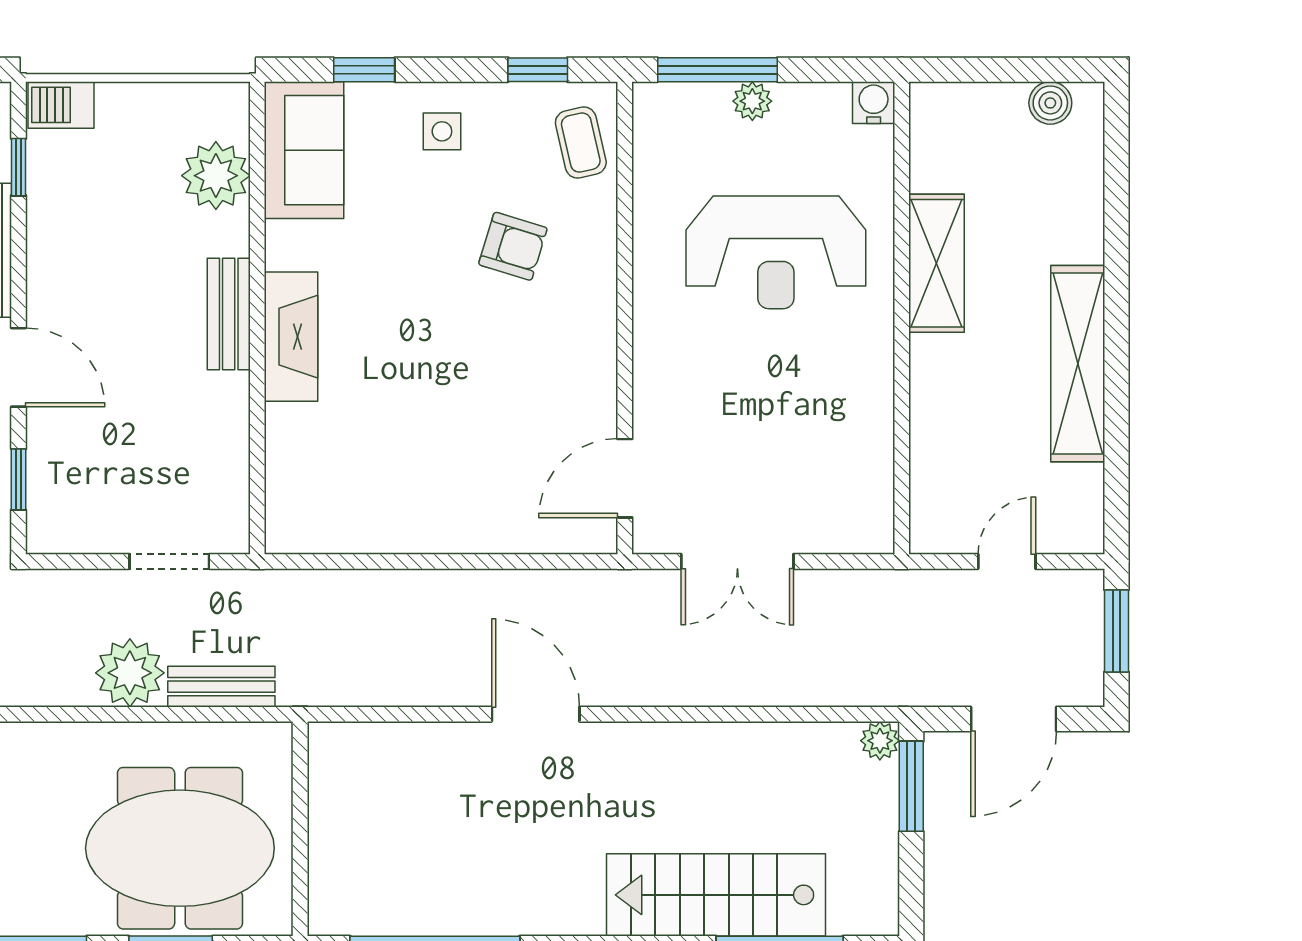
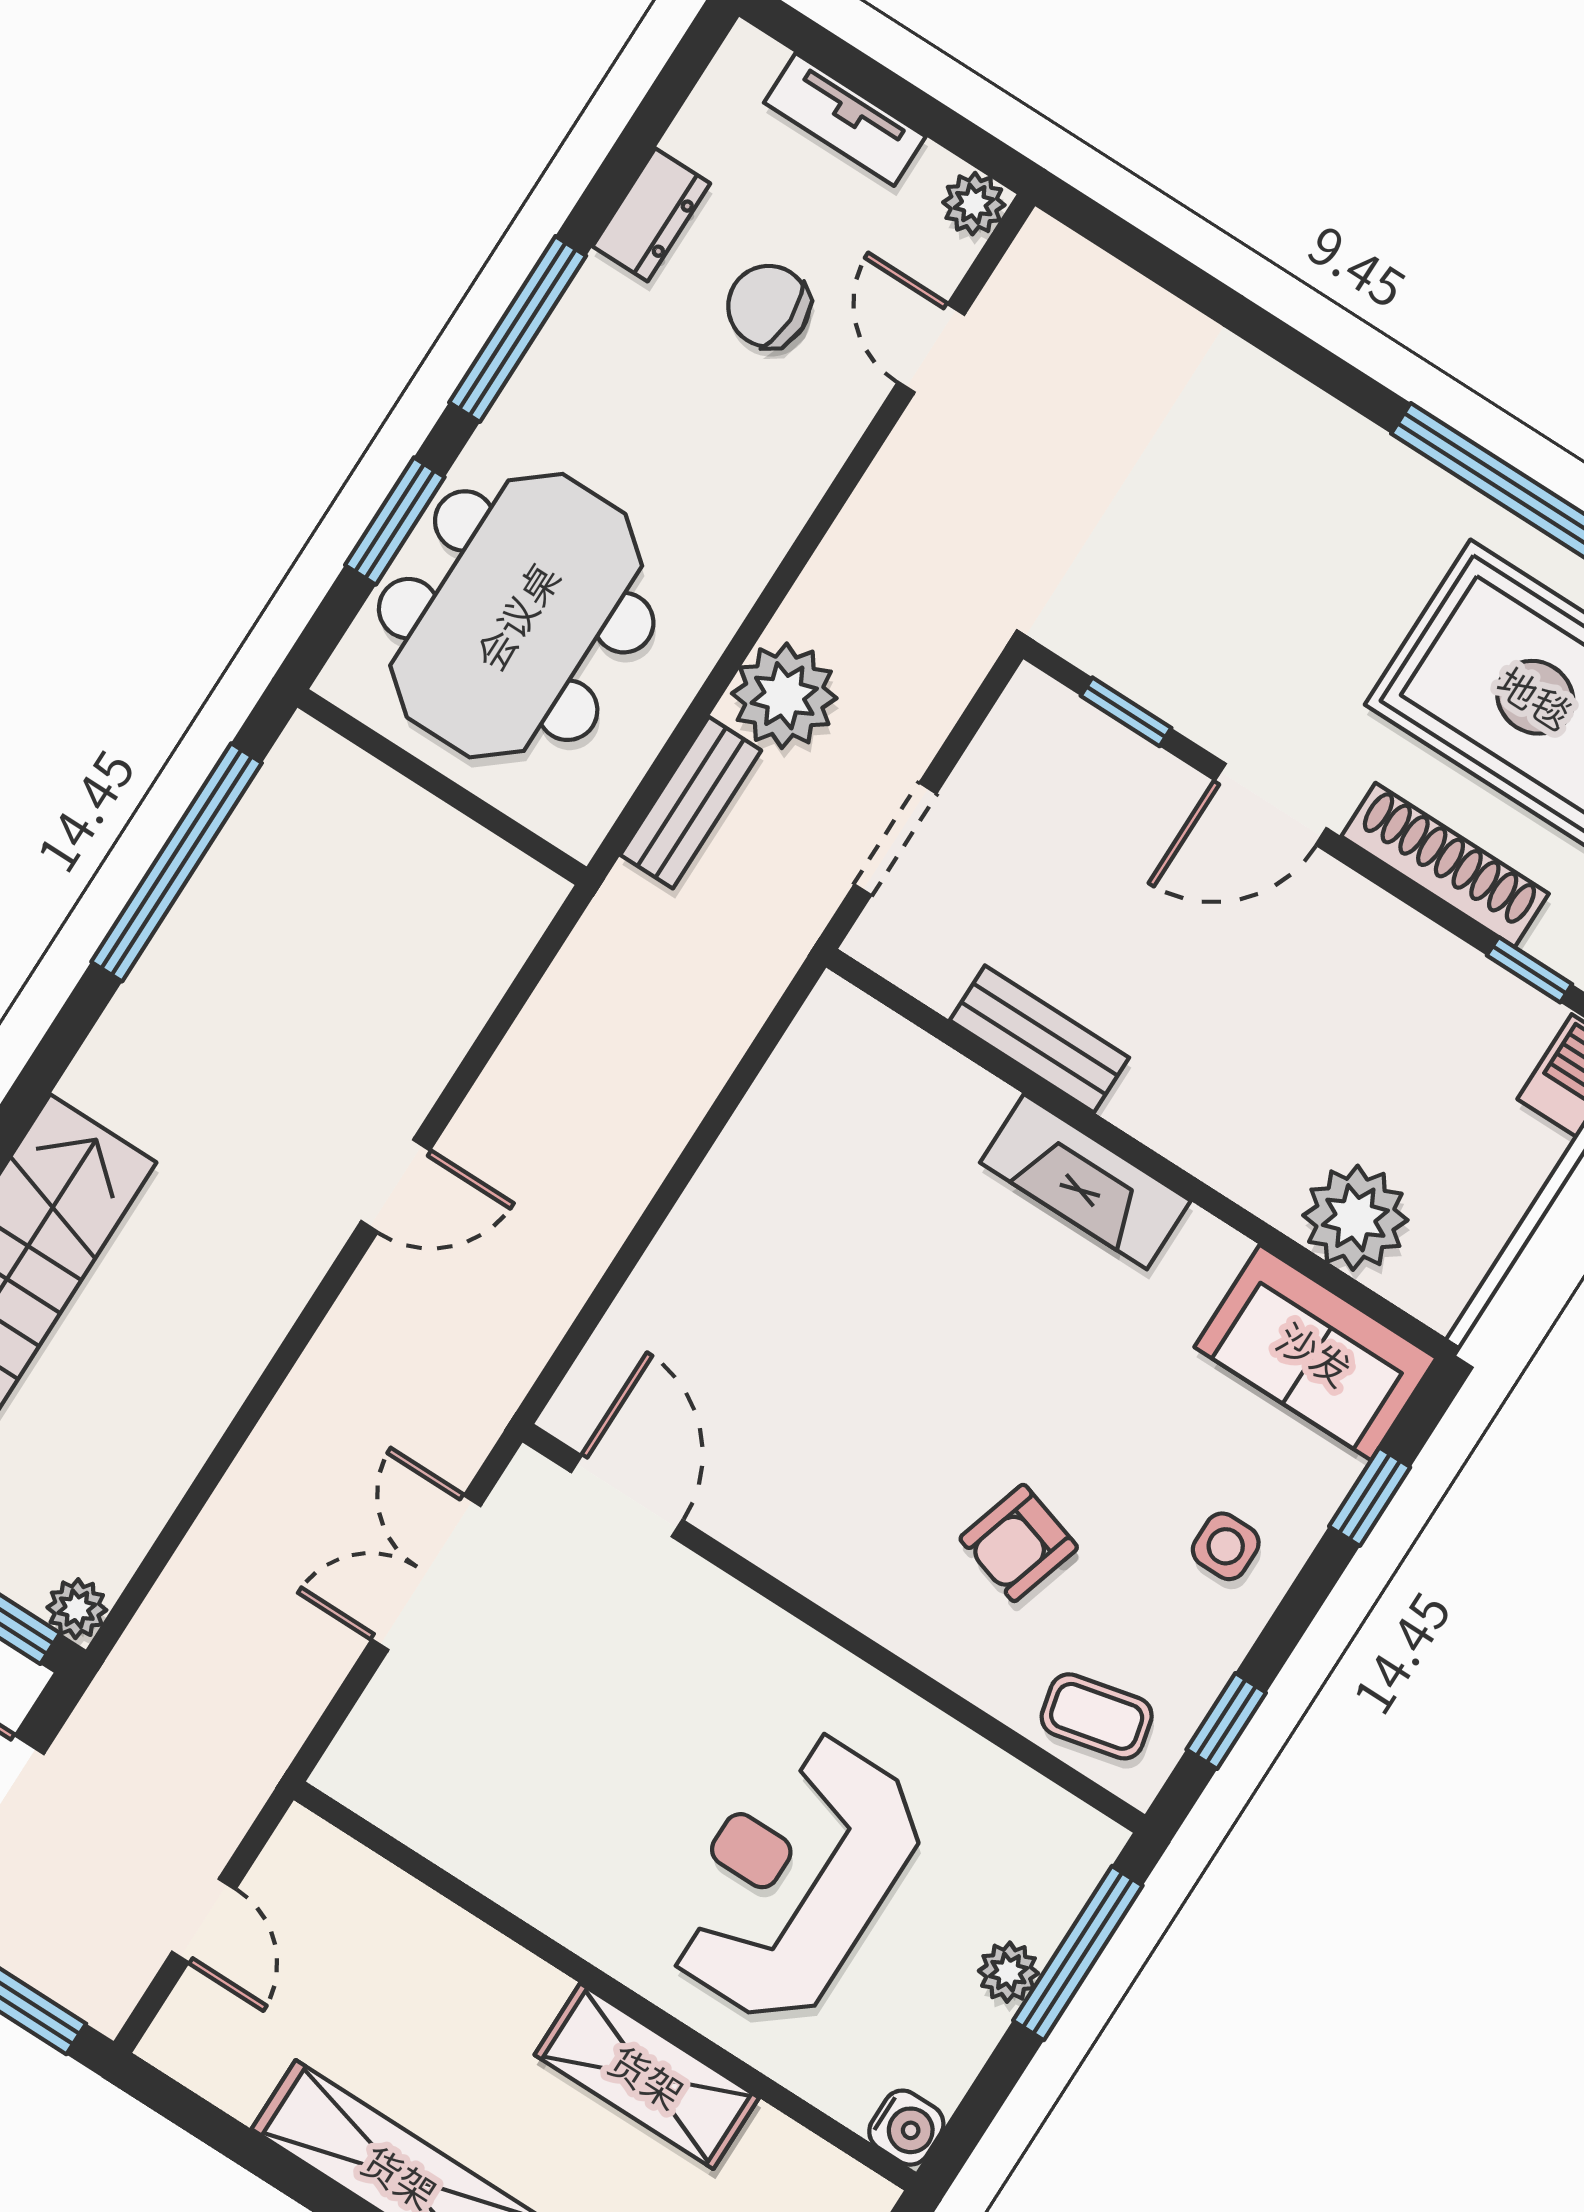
bench: (229, 314) -> (1039, 1039), moved
door: (536, 714) -> (396, 1186), width x0.73

